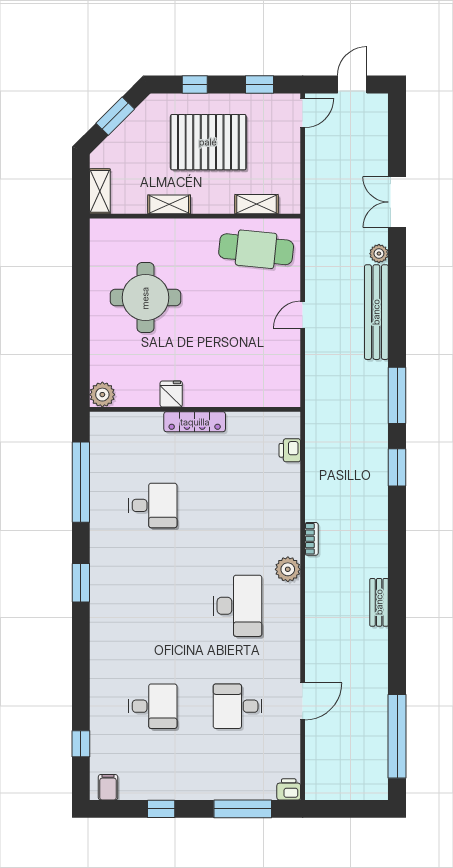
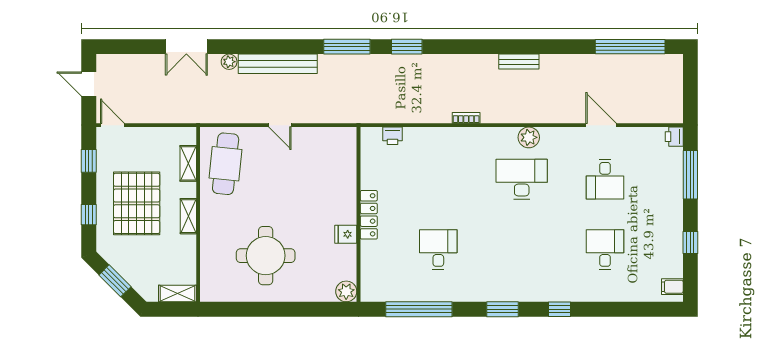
shelving: (169, 204) -> (188, 216), moved
plant: (288, 569) -> (529, 137), moved
window: (81, 744) -> (560, 309), moved

